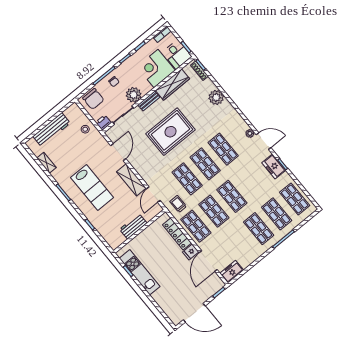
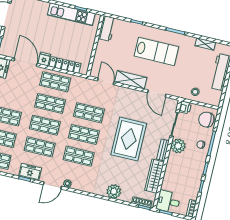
corner desk: (156, 68) -> (176, 179), removed
shop shelf: (250, 181) -> (40, 147), added
lab bench: (92, 187) -> (156, 51), turned 180
trolley: (178, 204) -> (81, 88), removed
workbench: (133, 226) -> (107, 28), moved

